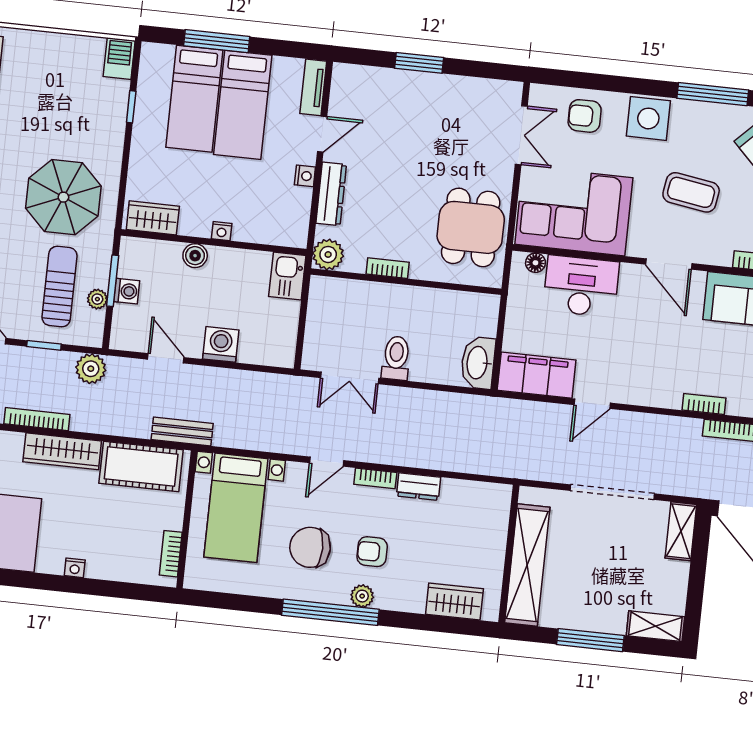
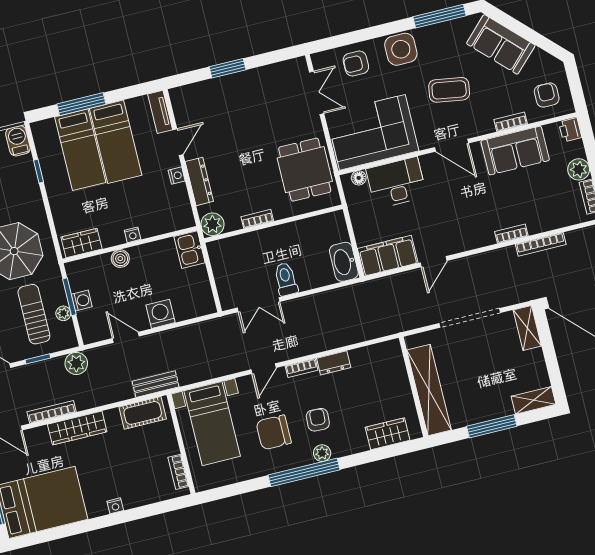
cot: (141, 466) -> (143, 413), width x0.73, depth x0.75
armchair: (372, 552) -> (318, 420), turned 93

